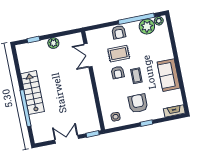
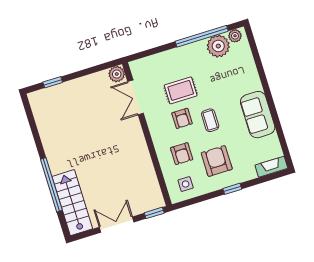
armchair: (119, 32) -> (182, 154), moved
plant: (53, 43) -> (117, 74), moved
stairs: (33, 93) -> (72, 203), moved

